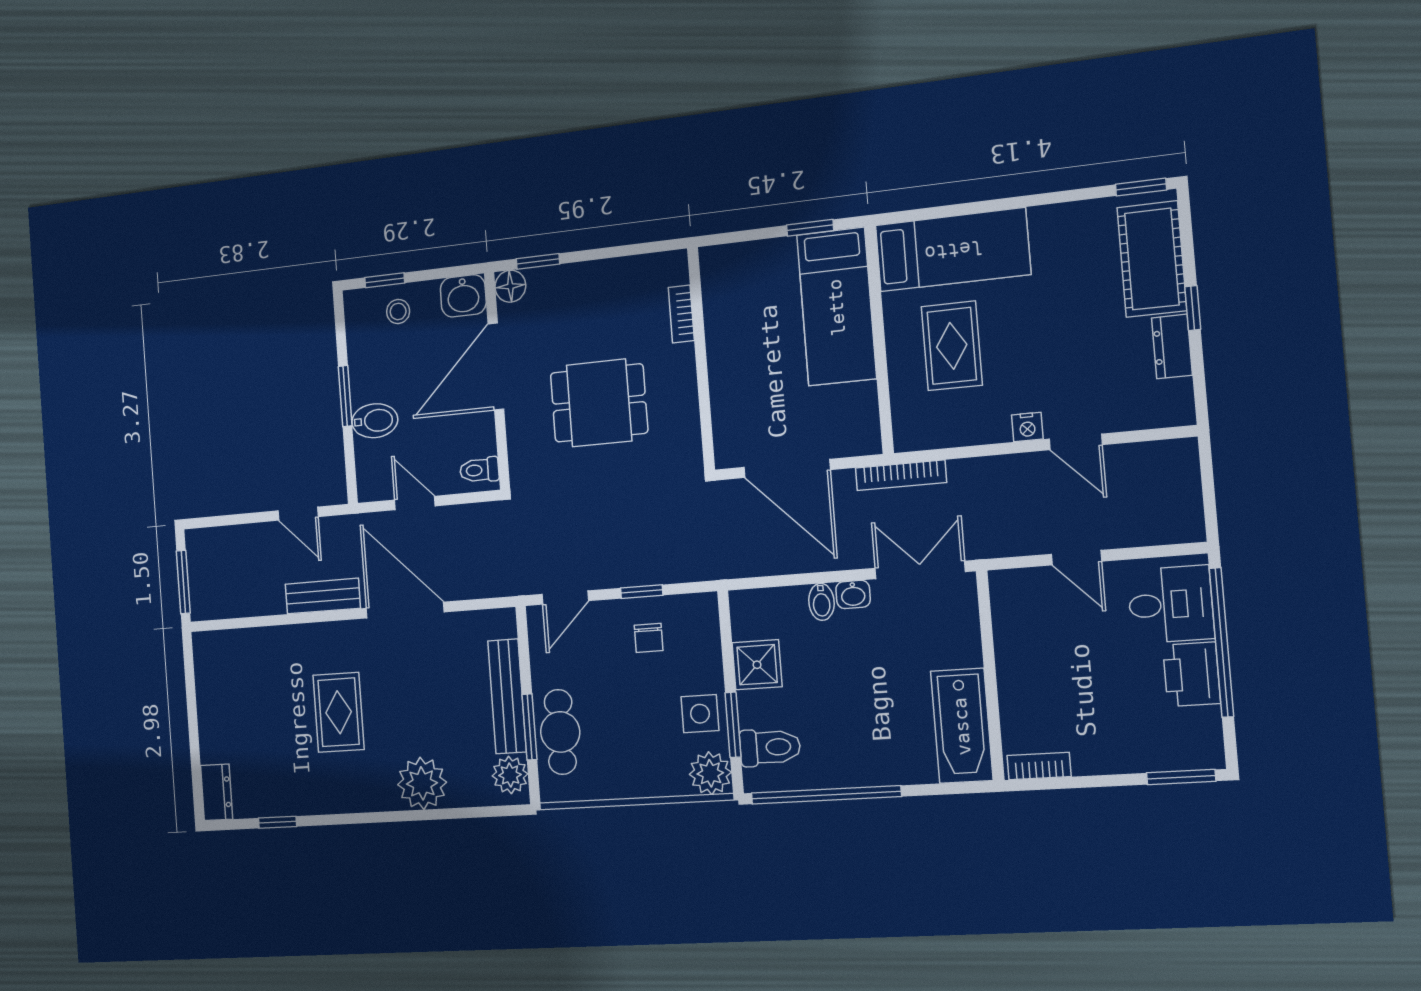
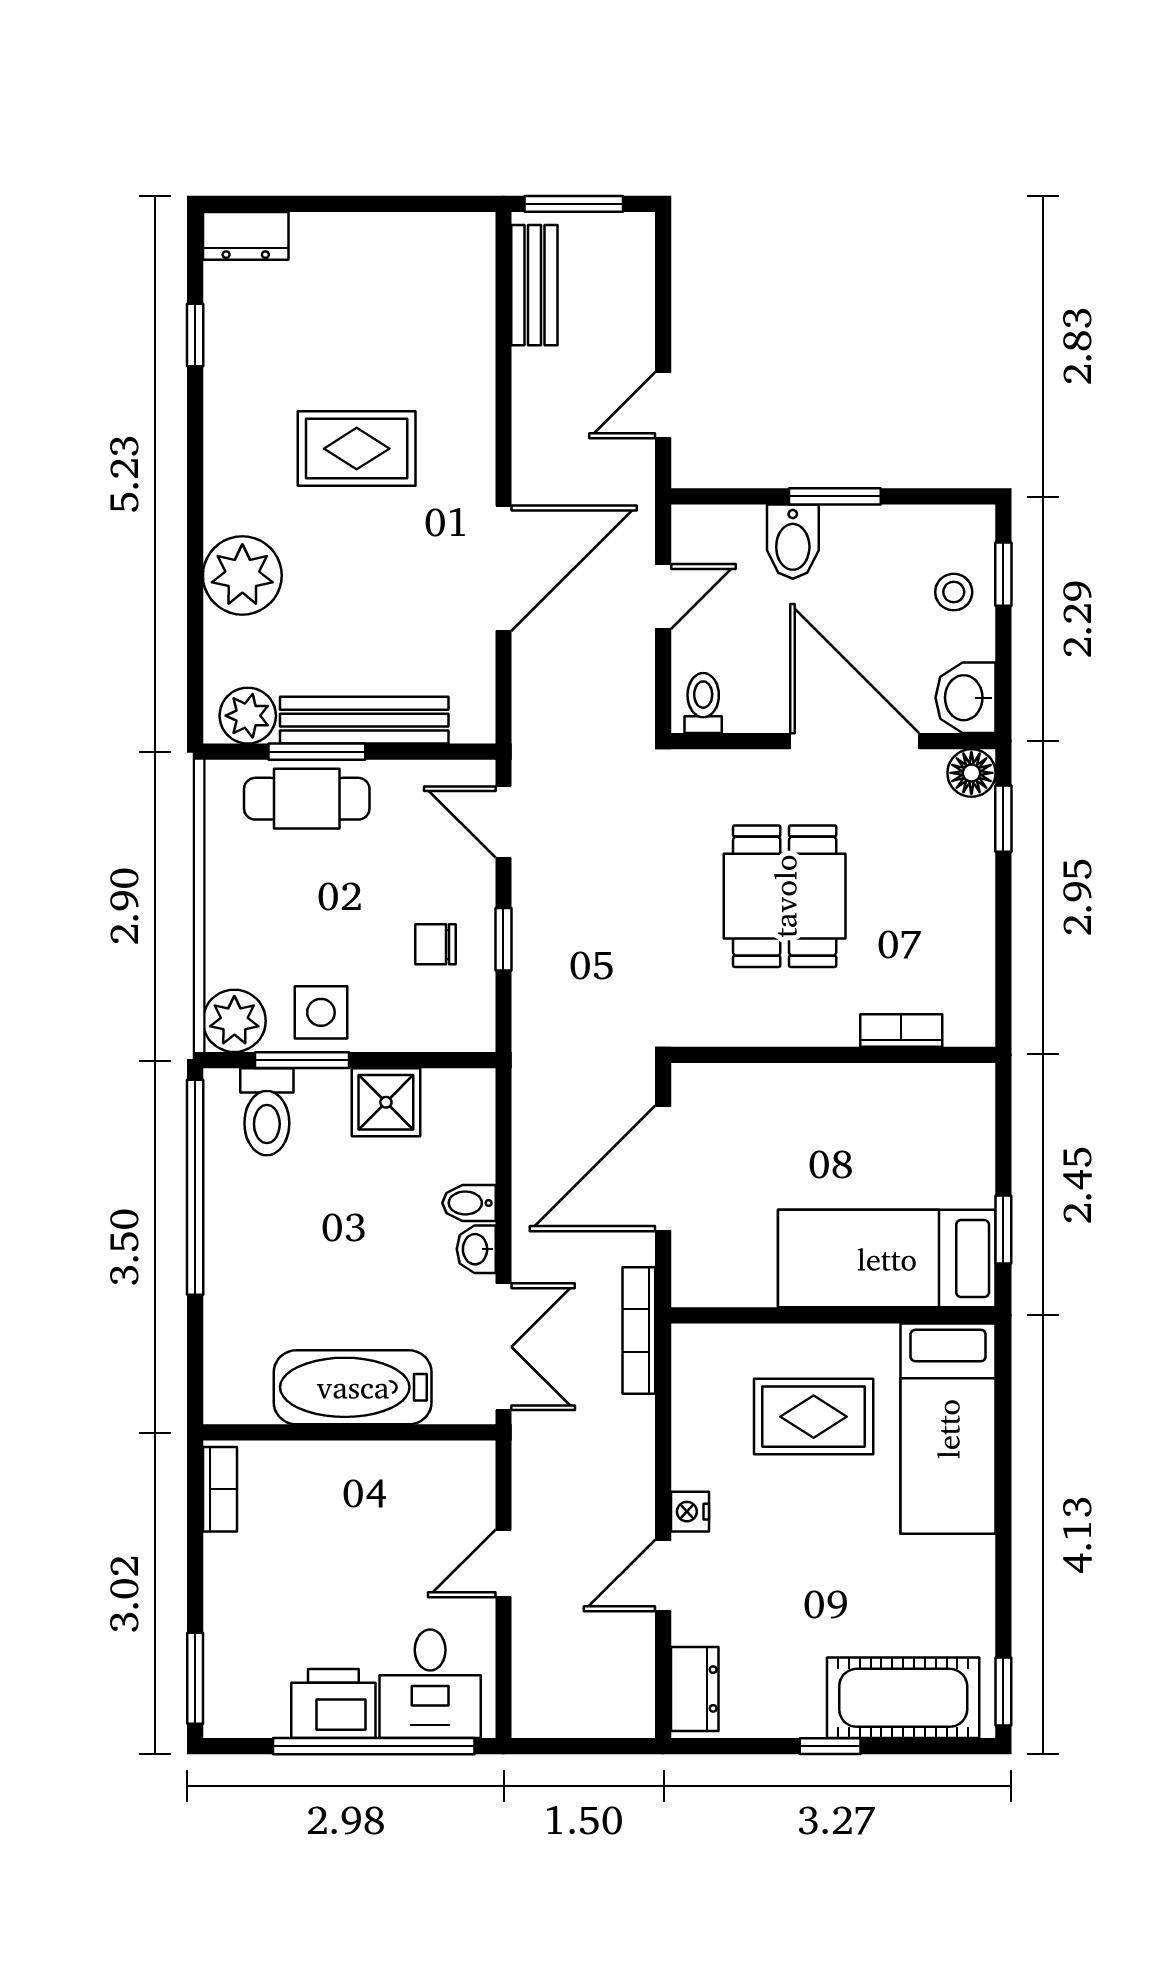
dresser: (1172, 346) -> (695, 1689), moved, turned 90
bench: (323, 596) -> (534, 285), moved
bathtub: (962, 726) -> (353, 1387), moved

